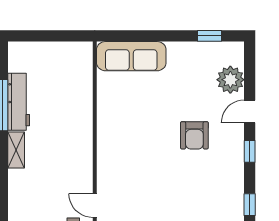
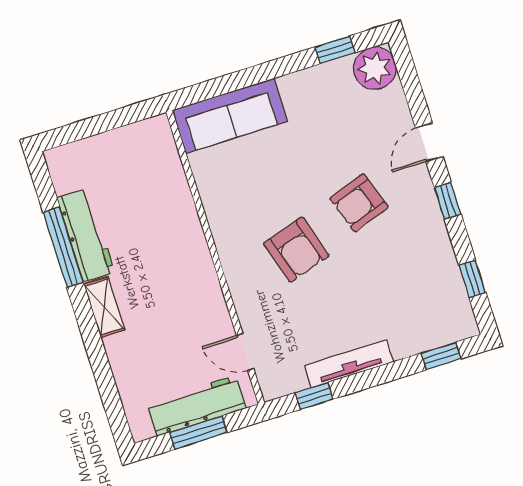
plant: (230, 80) -> (375, 68), moved
armchair: (194, 135) -> (359, 203), turned 71
armchair: (146, 152) -> (296, 250), added

